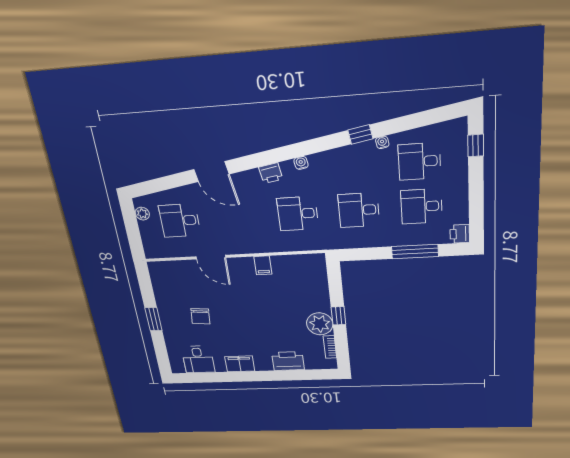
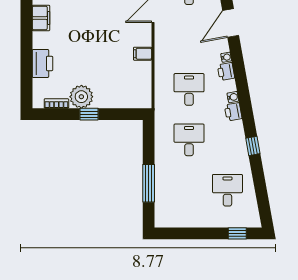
water cooler: (382, 142) -> (226, 57), moved
desk: (422, 206) -> (189, 190), removed
printer: (460, 234) -> (233, 112), moved, turned -100

